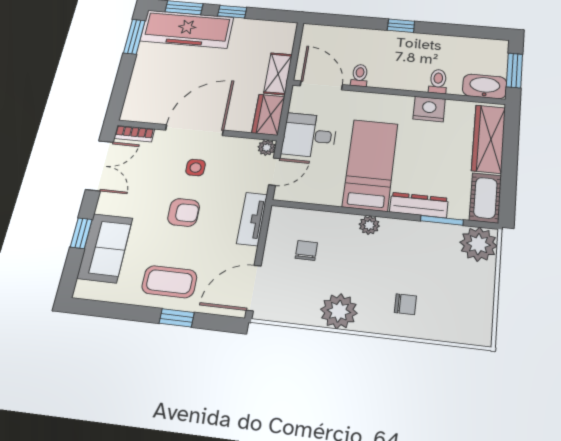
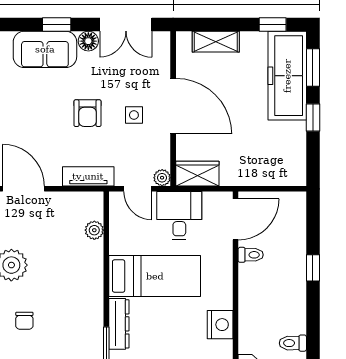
window: (401, 26) -> (313, 268), moved
window: (134, 37) -> (273, 24), width x0.67
shelving: (278, 74) -> (216, 42), moved
toilet: (438, 81) -> (293, 343), moved, turned 180
bookcase: (134, 134) -> (163, 50), removed
floor lamp: (107, 203) -> (88, 41), added
plant: (369, 225) -> (94, 230), moved
chair: (306, 250) -> (64, 229), removed
coffee table: (169, 282) -> (20, 114), removed

